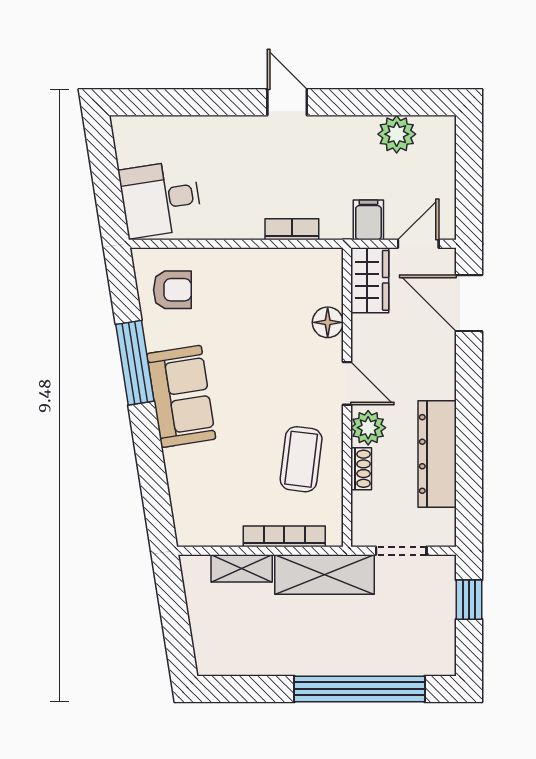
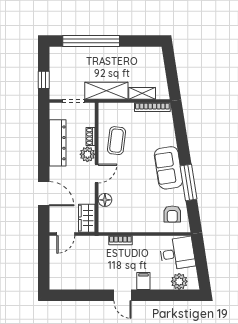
plant: (397, 134) -> (179, 281), moved
filing cabinet: (368, 220) -> (143, 281), moved, turned 180
armchair: (172, 290) -> (172, 214), turned -90
door: (469, 303) -> (44, 194), moved
door: (347, 383) -> (97, 173), swing flipped
bookcase: (284, 536) -> (152, 107), moved

